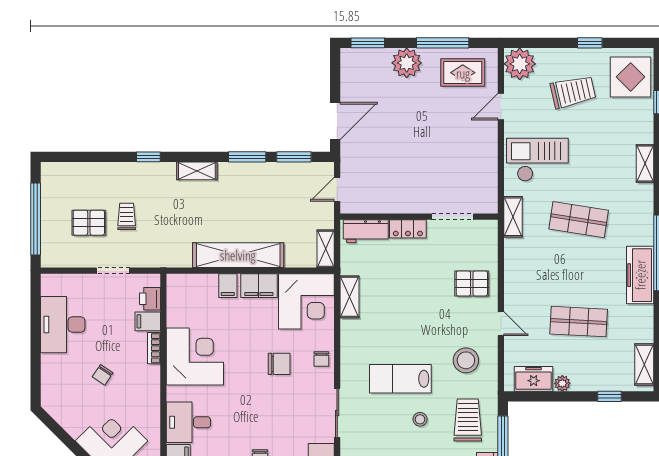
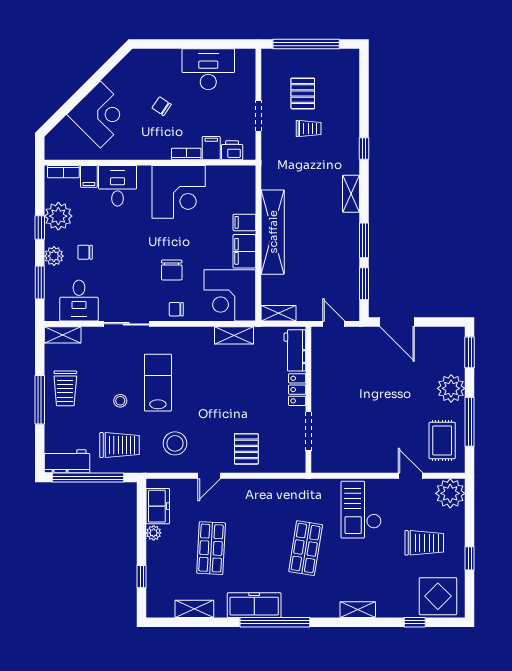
trolley: (573, 92) -> (424, 543), turned -77
checkout: (537, 160) -> (361, 510), turned 180
shelving: (513, 217) -> (308, 487), removed
shelving: (644, 364) -> (194, 609), moved

